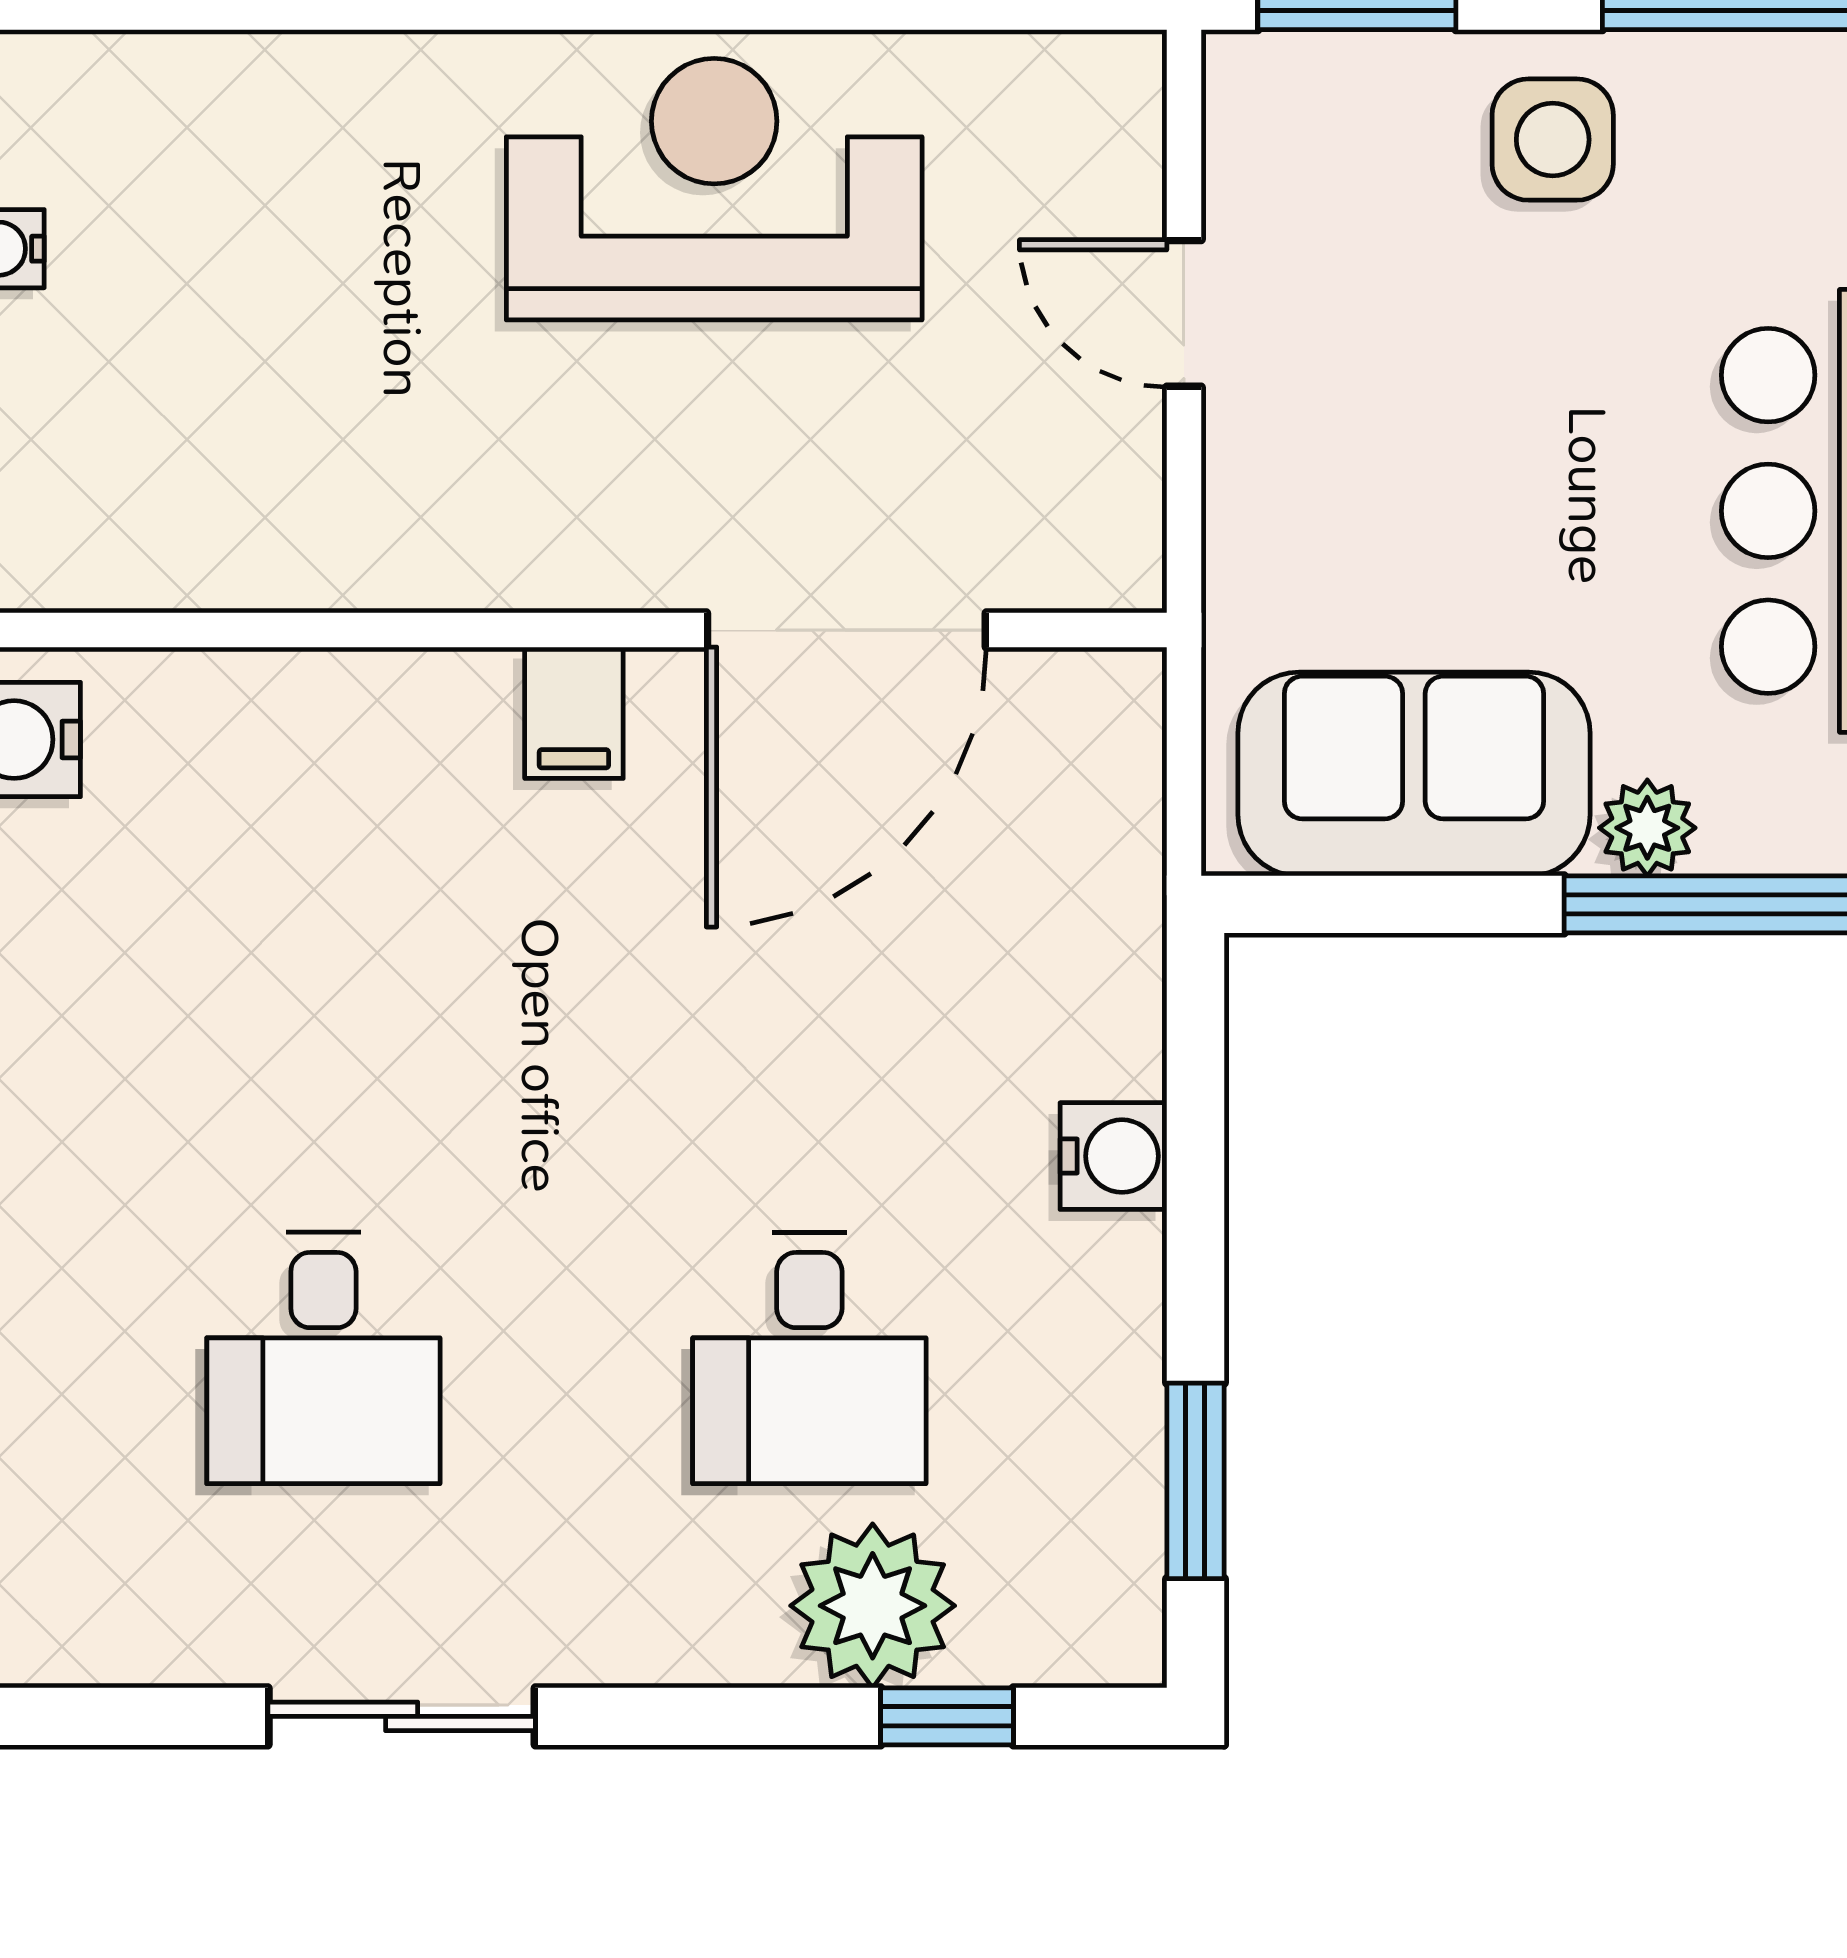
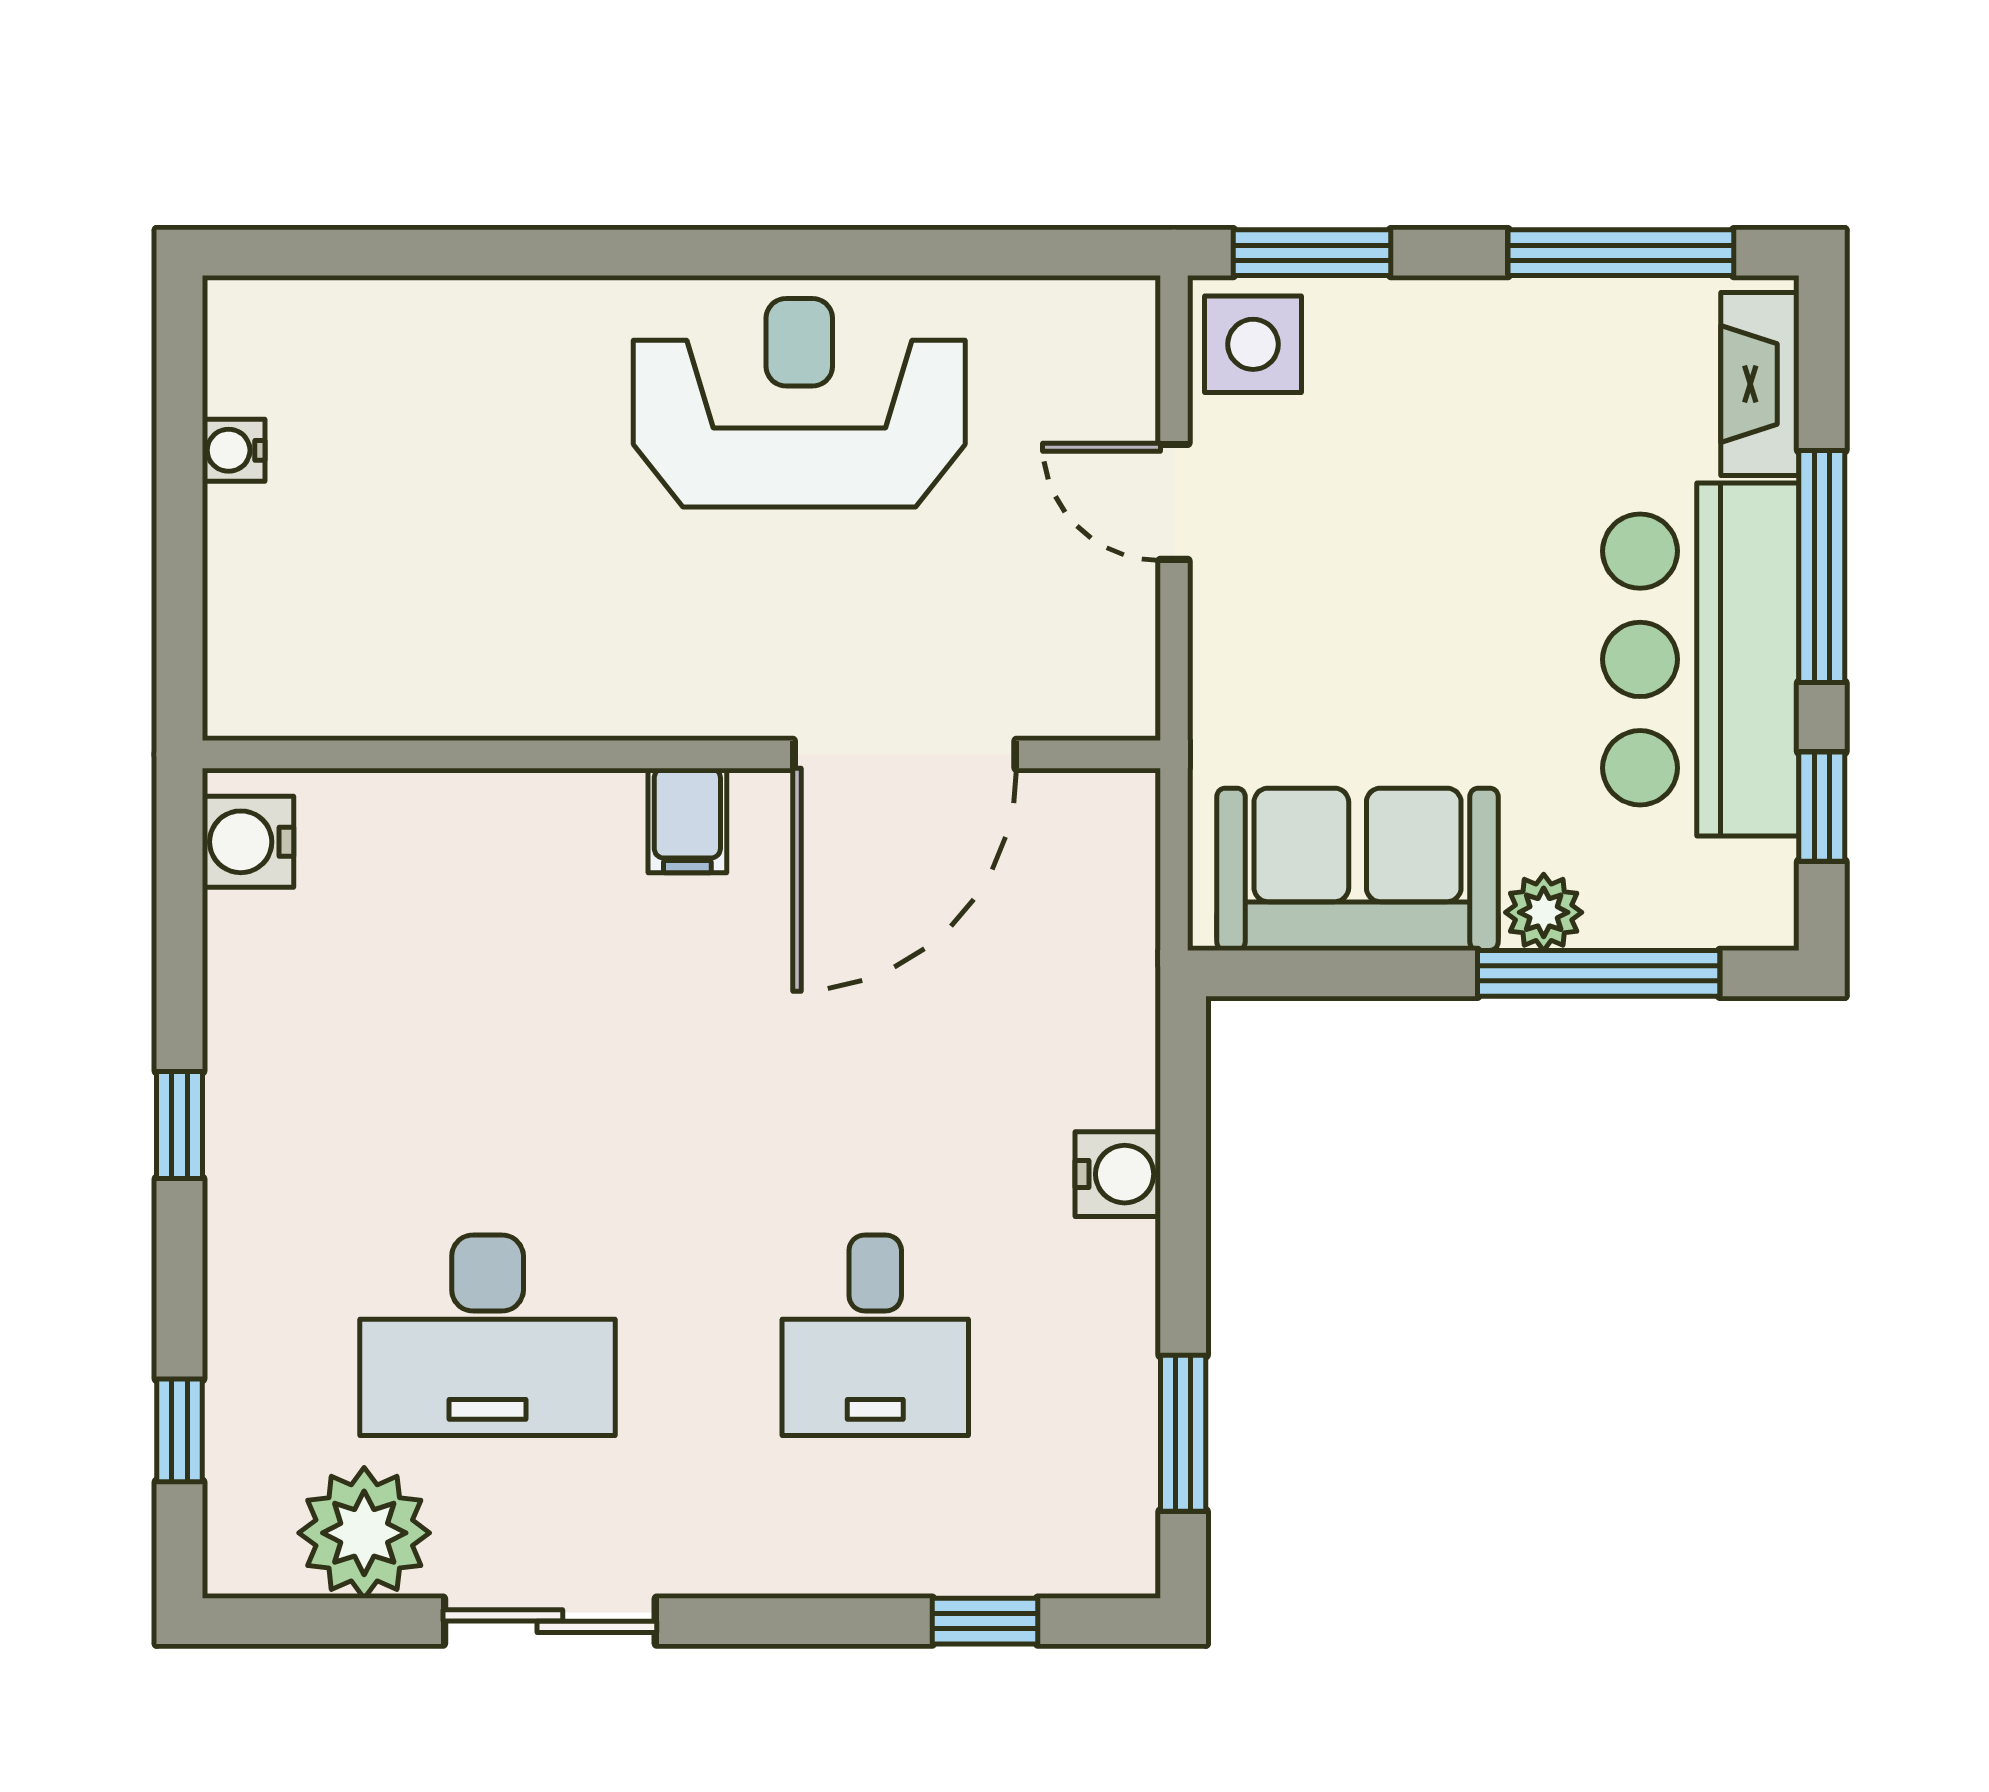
side table: (1553, 140) -> (1253, 344), moved
desk: (323, 1358) -> (488, 1335), width x1.37
plant: (873, 1606) -> (364, 1533), moved

